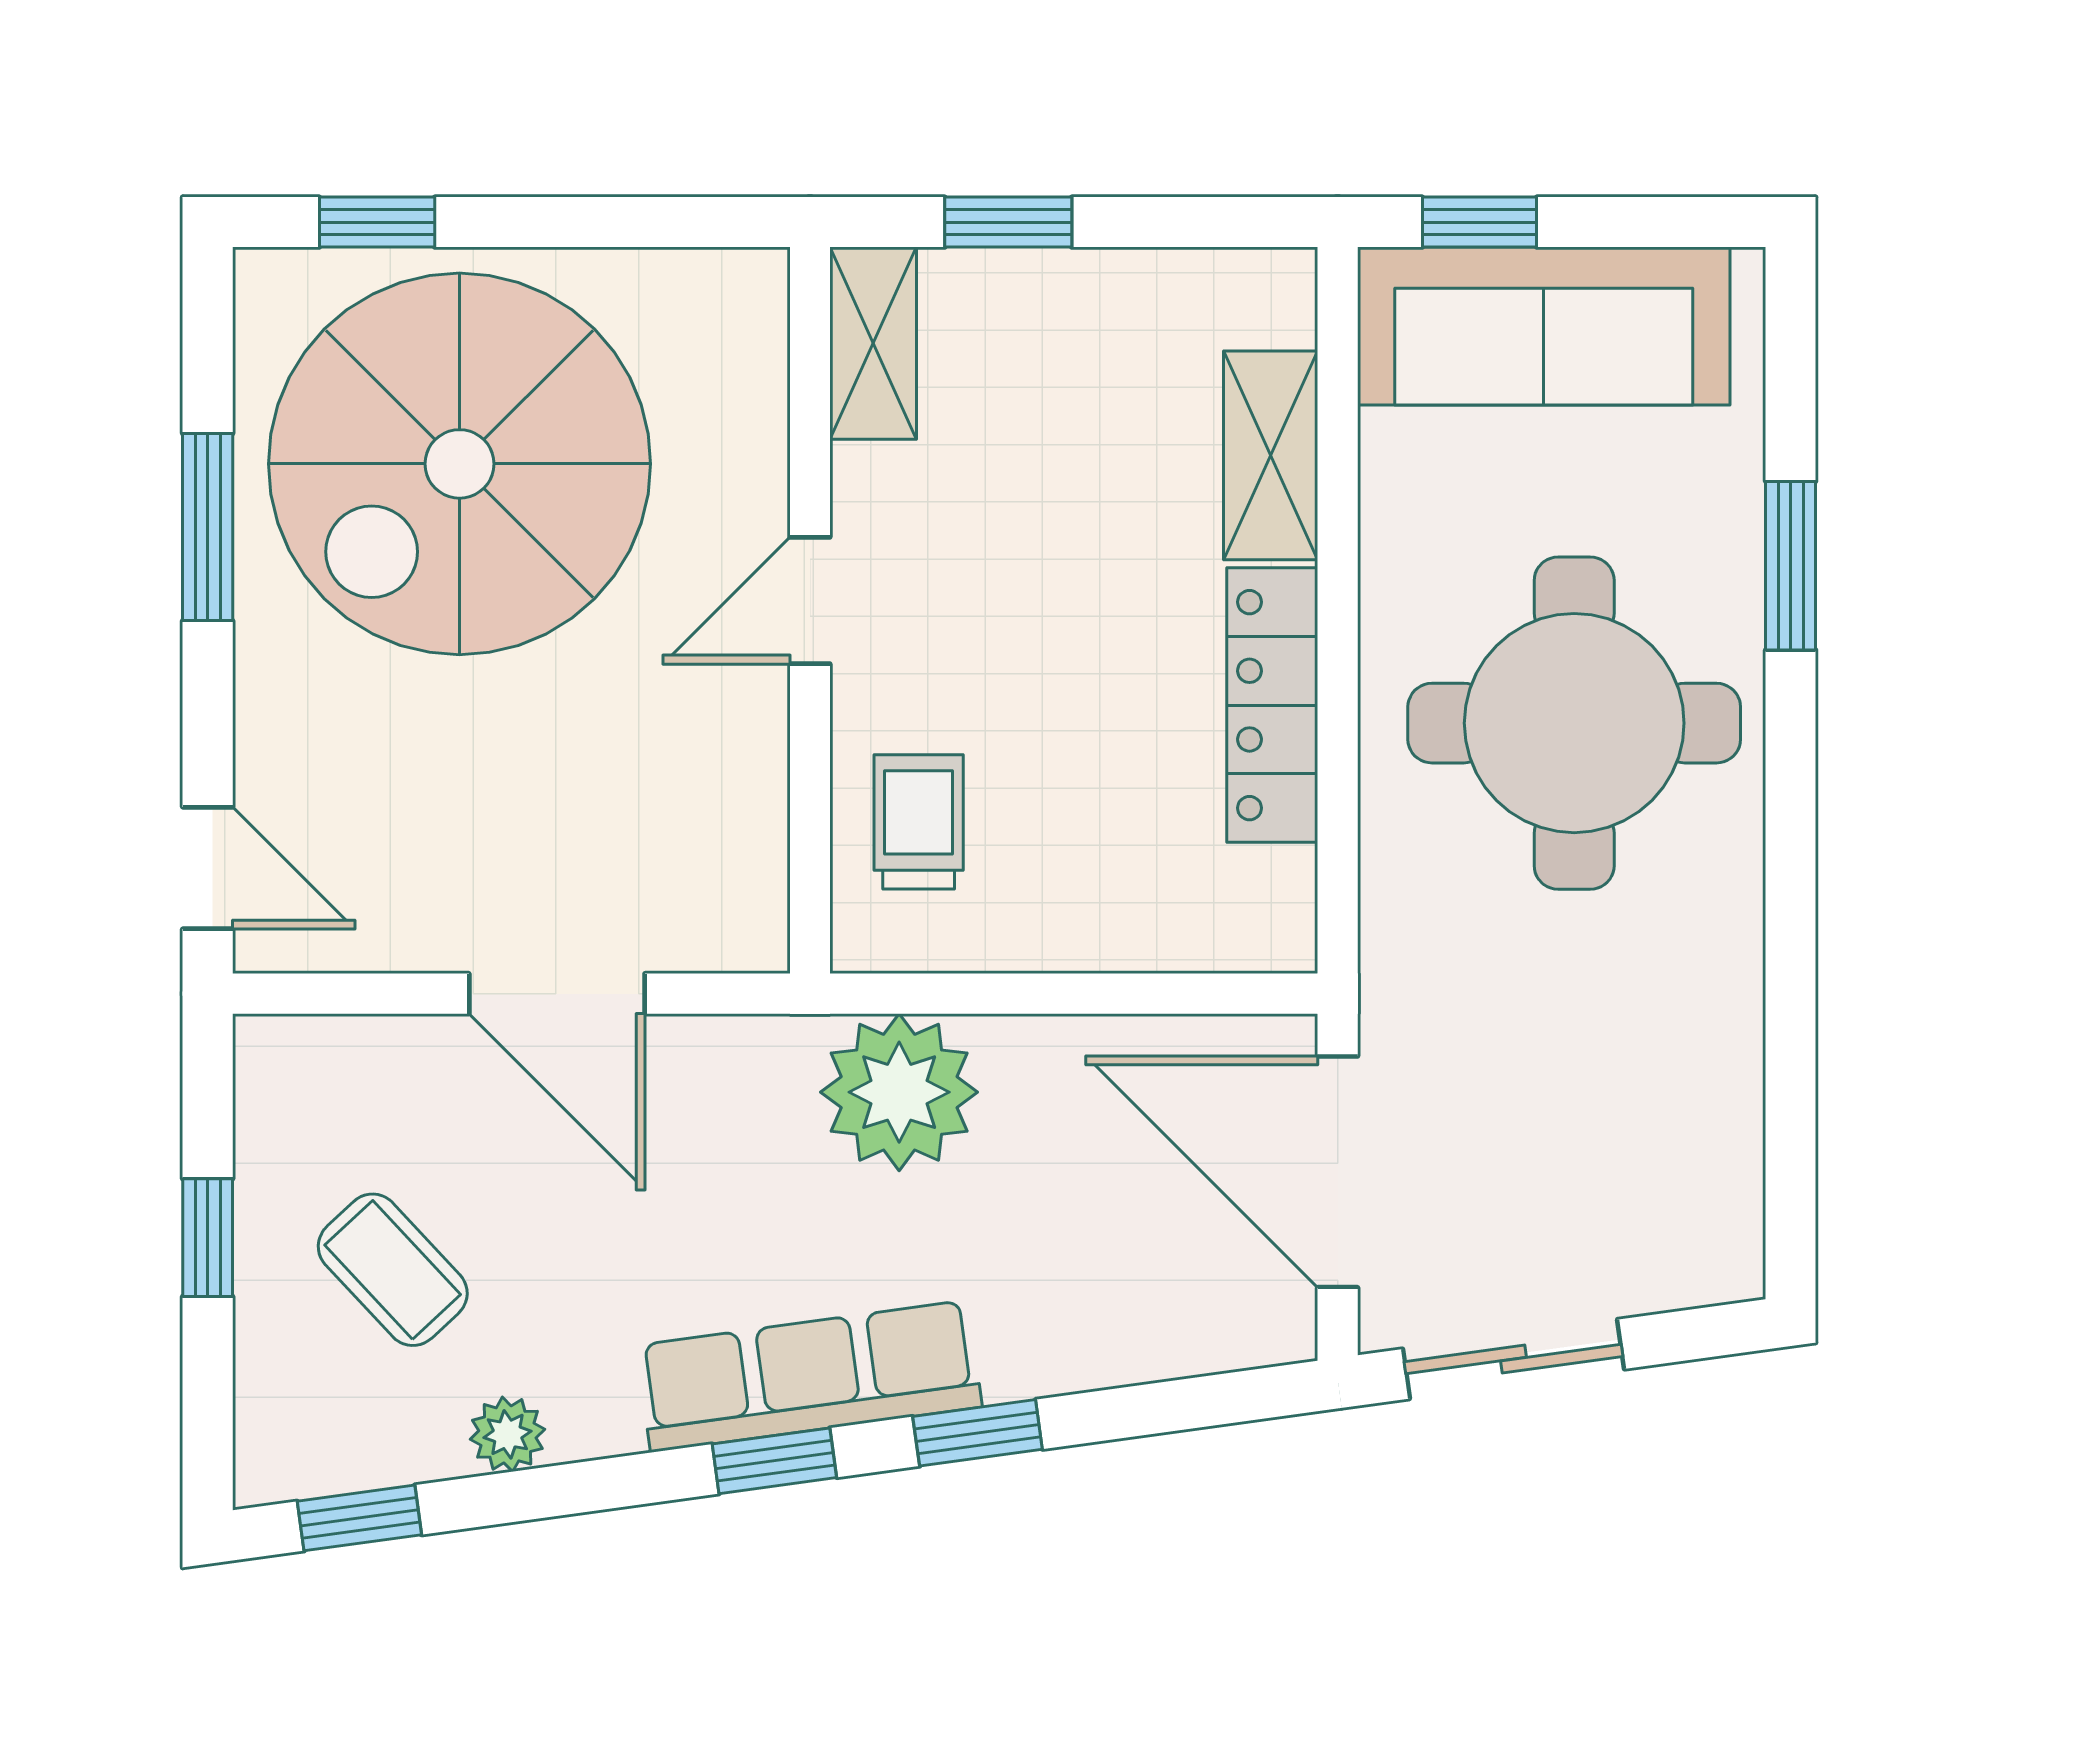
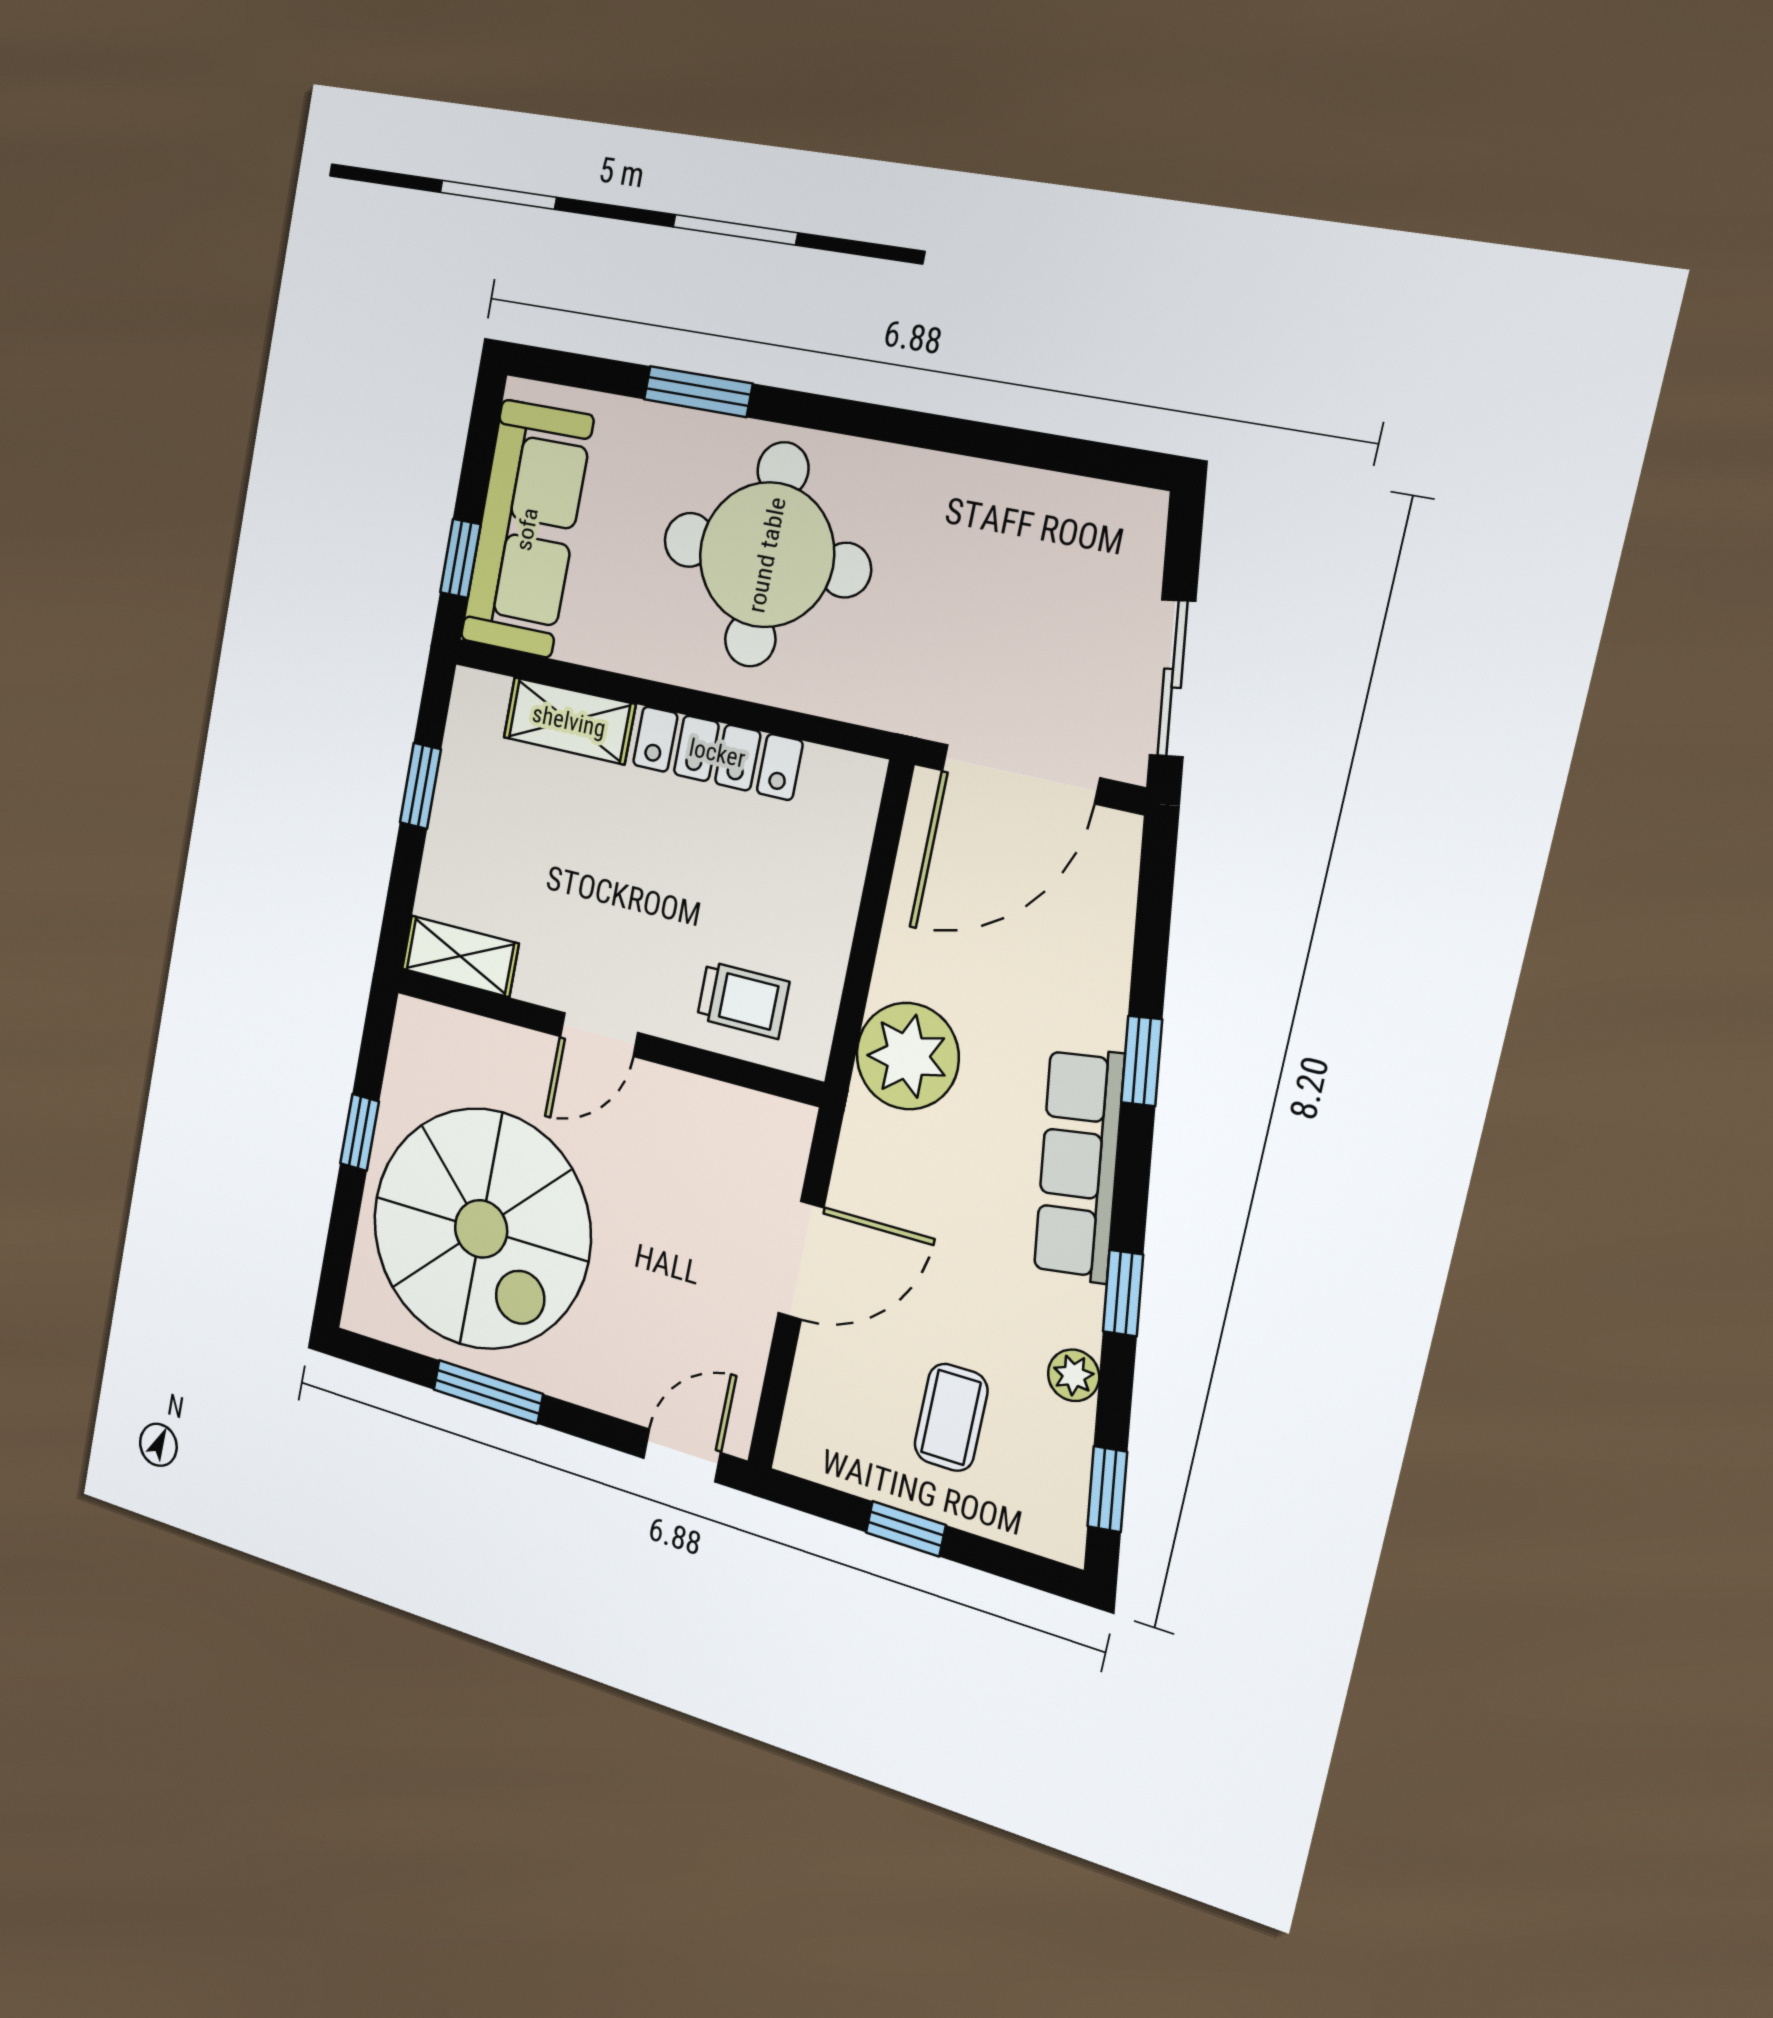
window: (377, 222) -> (360, 1132), moved
window: (1008, 222) -> (420, 786), moved
door: (810, 601) -> (599, 1035), hinge flipped
trolley: (919, 822) -> (743, 1000), turned 180
coffee table: (393, 1270) -> (951, 1417), turned -47
window: (774, 1461) -> (1123, 1293), moved

